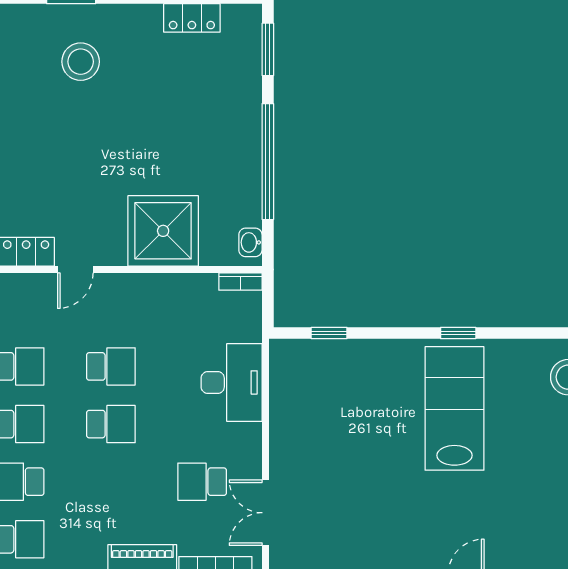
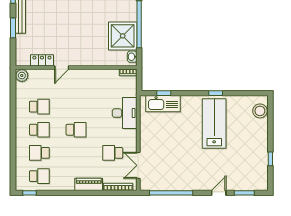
shower: (163, 231) -> (123, 36), moved
kitchen sink: (327, 359) -> (163, 104), added
school desk: (111, 366) -> (76, 107), removed

